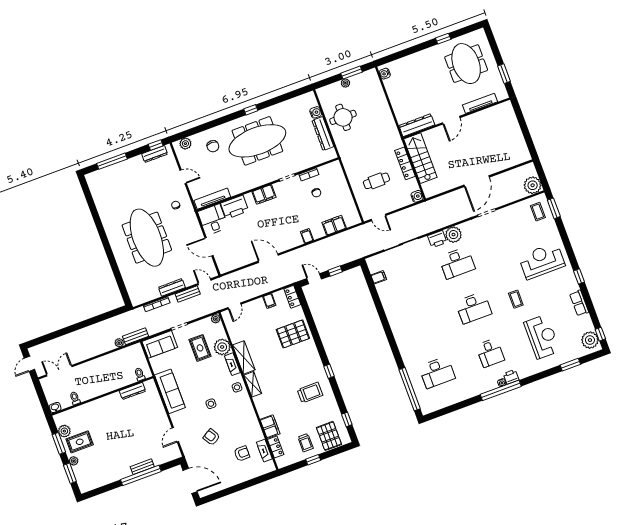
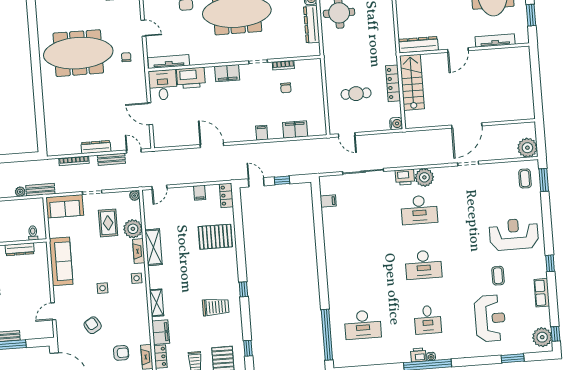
meeting table: (147, 238) -> (78, 53), moved, turned 90
coffee table: (516, 299) -> (498, 276), moved
printer: (511, 377) -> (418, 355), moved
shelving: (253, 384) -> (157, 303), moved

